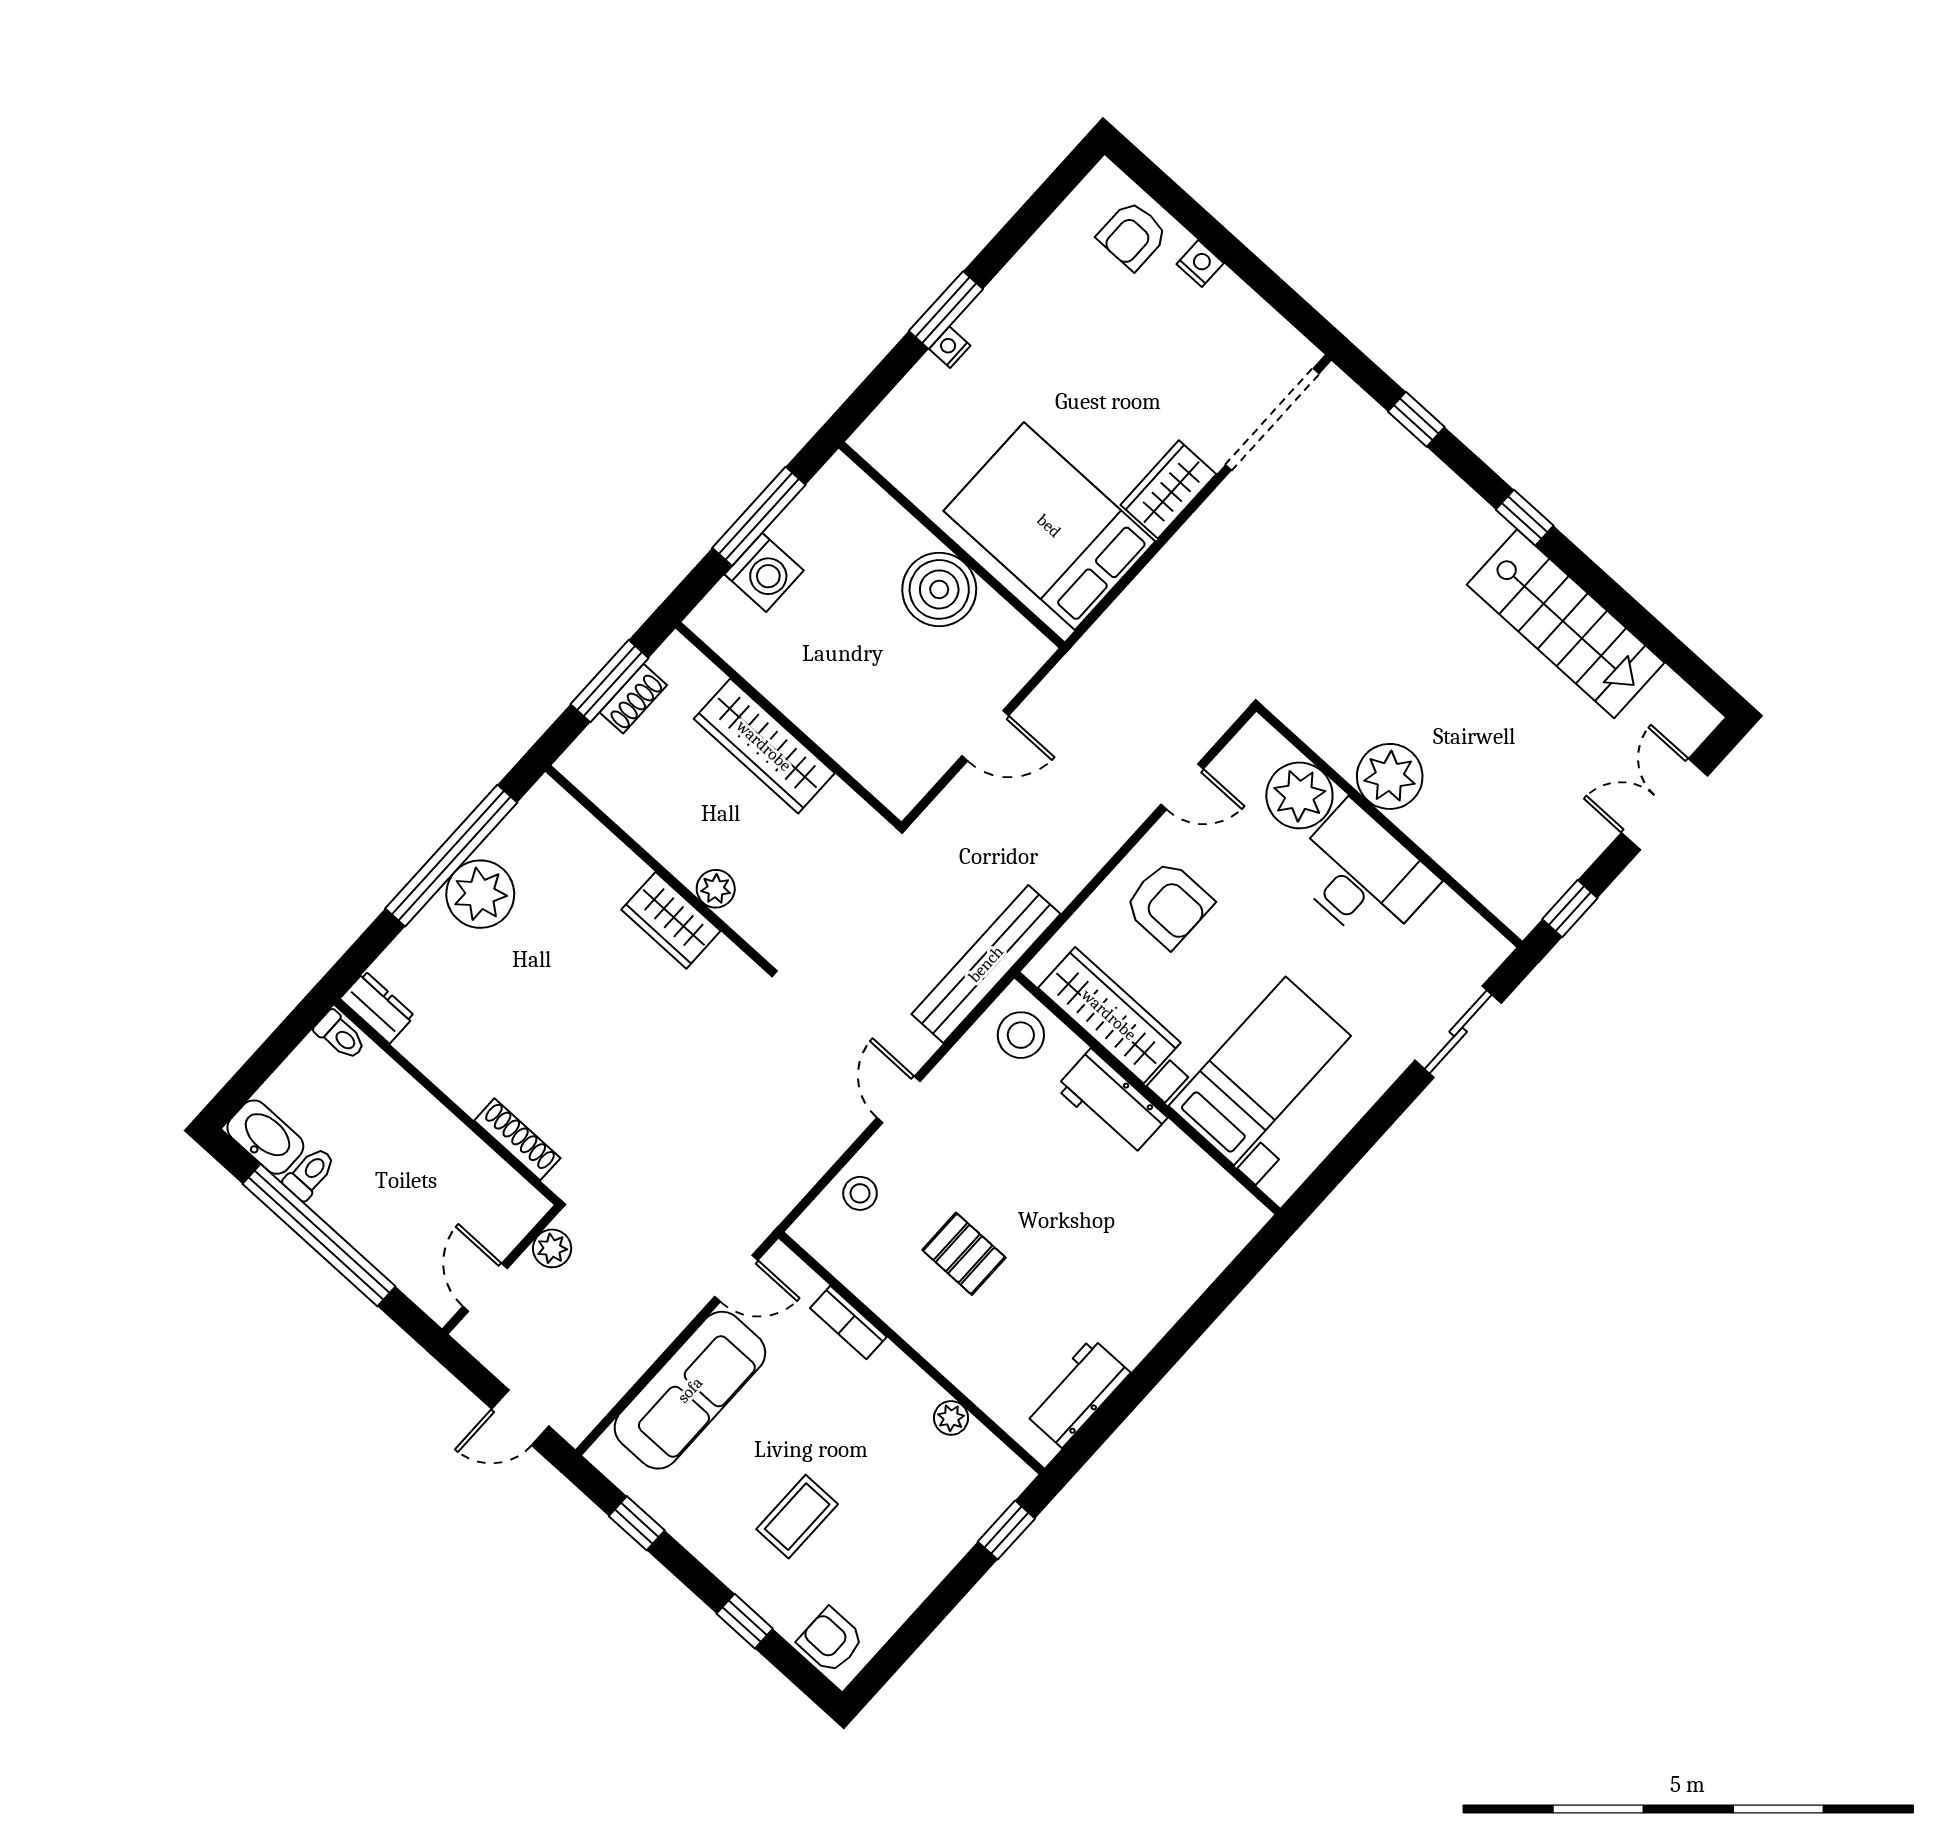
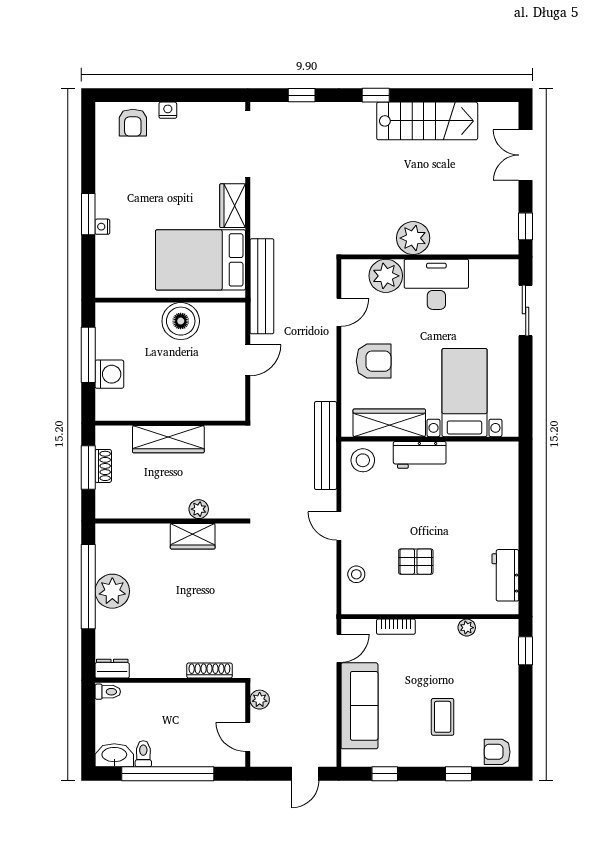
bench: (1104, 646) -> (262, 286), added

